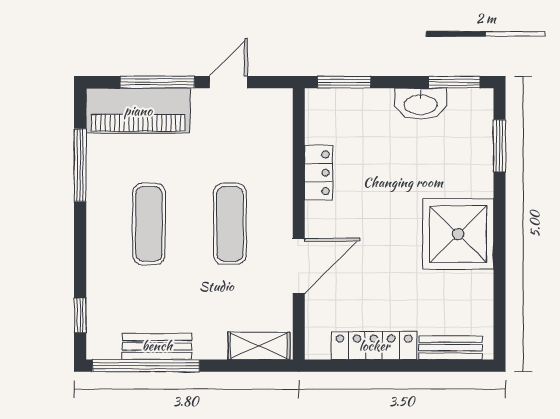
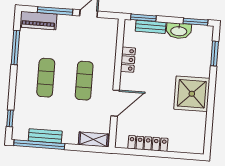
piano: (138, 111) -> (38, 21), width x0.73, depth x0.75
bench: (451, 348) -> (151, 27), moved

